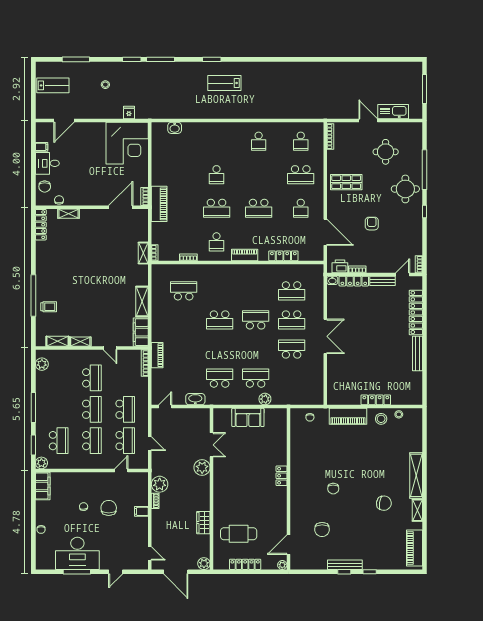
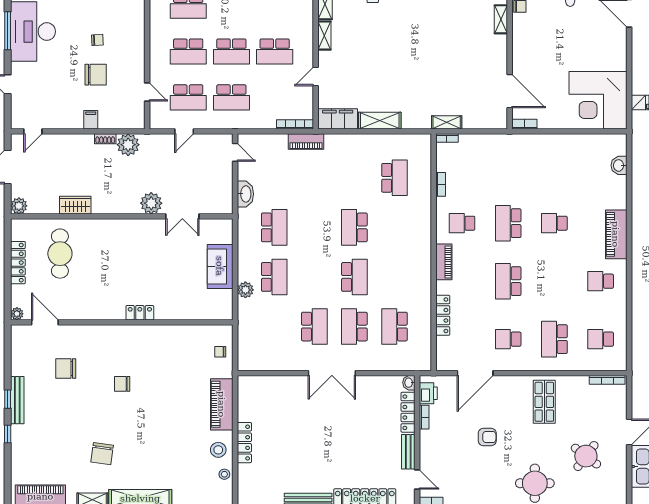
round table: (386, 152) -> (586, 456), turned 37
piano: (159, 204) -> (616, 234), moved, turned 90

